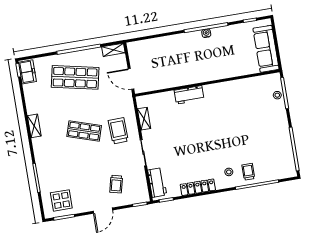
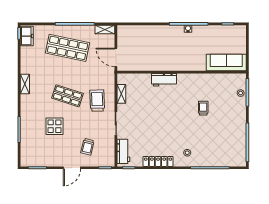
sofa: (266, 49) -> (226, 63), moved, turned 90
trolley: (248, 172) -> (203, 108), moved
display table: (61, 200) -> (55, 126), moved

